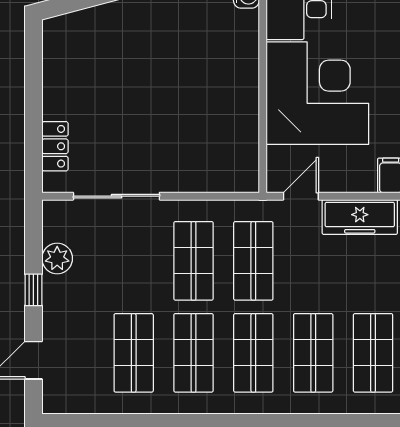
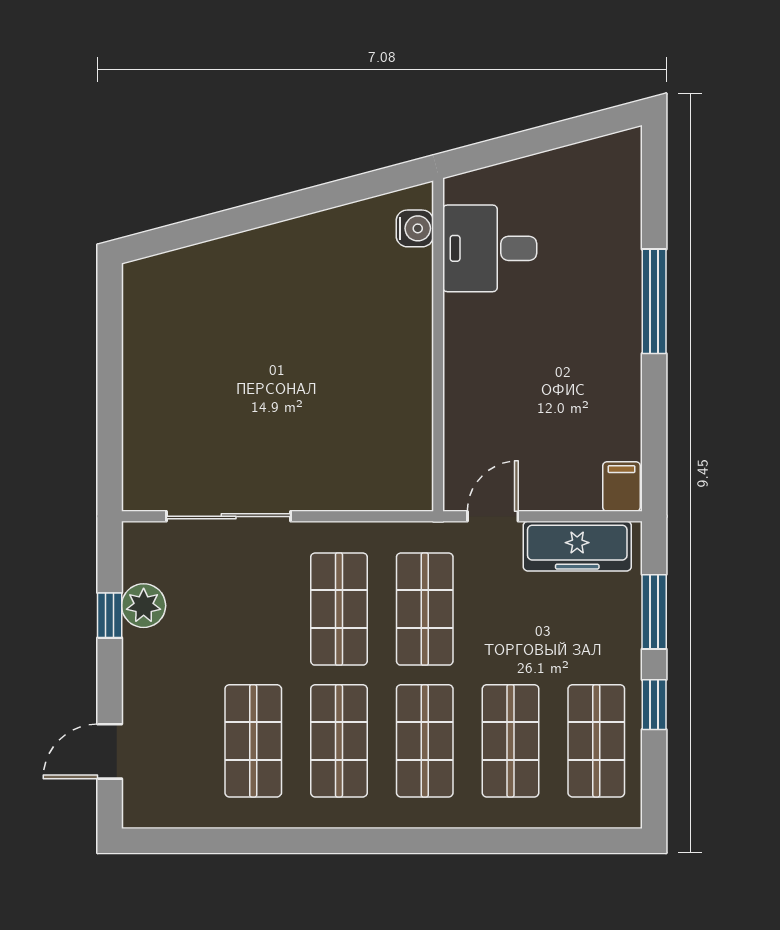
corner desk: (317, 93) -> (516, 369), removed
locker: (55, 146) -> (140, 445), removed
window: (33, 290) -> (110, 615), moved

